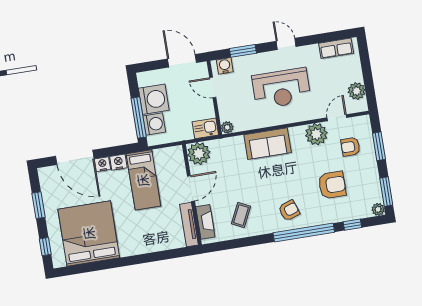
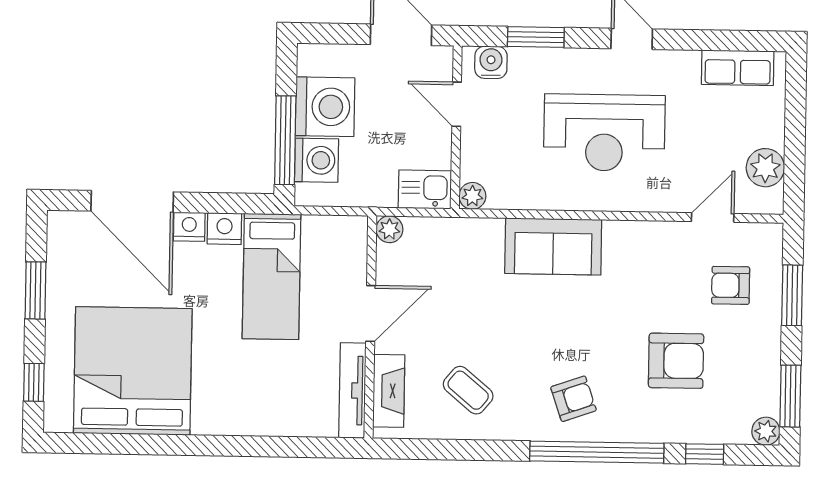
plant: (316, 134) -> (662, 245), removed
plant: (199, 154) -> (389, 229), width x0.53, depth x0.53
coffee table: (241, 215) -> (468, 390), turned -76

